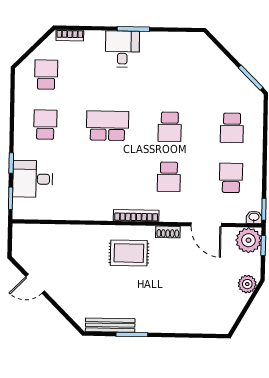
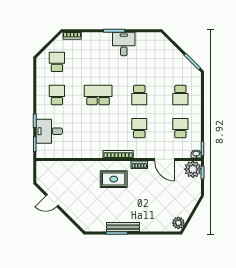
desk: (122, 49) -> (124, 44), moved
school desk: (169, 177) -> (139, 128), turned 180
plant: (247, 284) -> (178, 223), moved
bench: (110, 325) -> (123, 227), moved

